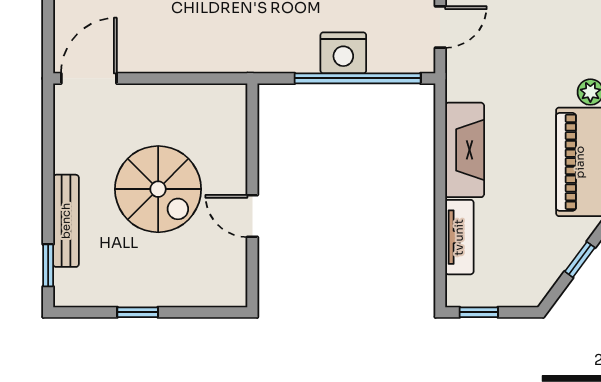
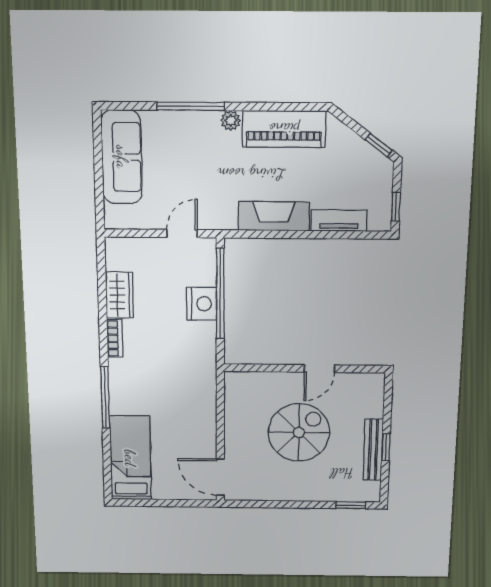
door: (440, 27) -> (182, 234), hinge flipped
bench: (66, 221) -> (373, 450), moved, turned 90
window: (580, 260) -> (379, 145), moved

